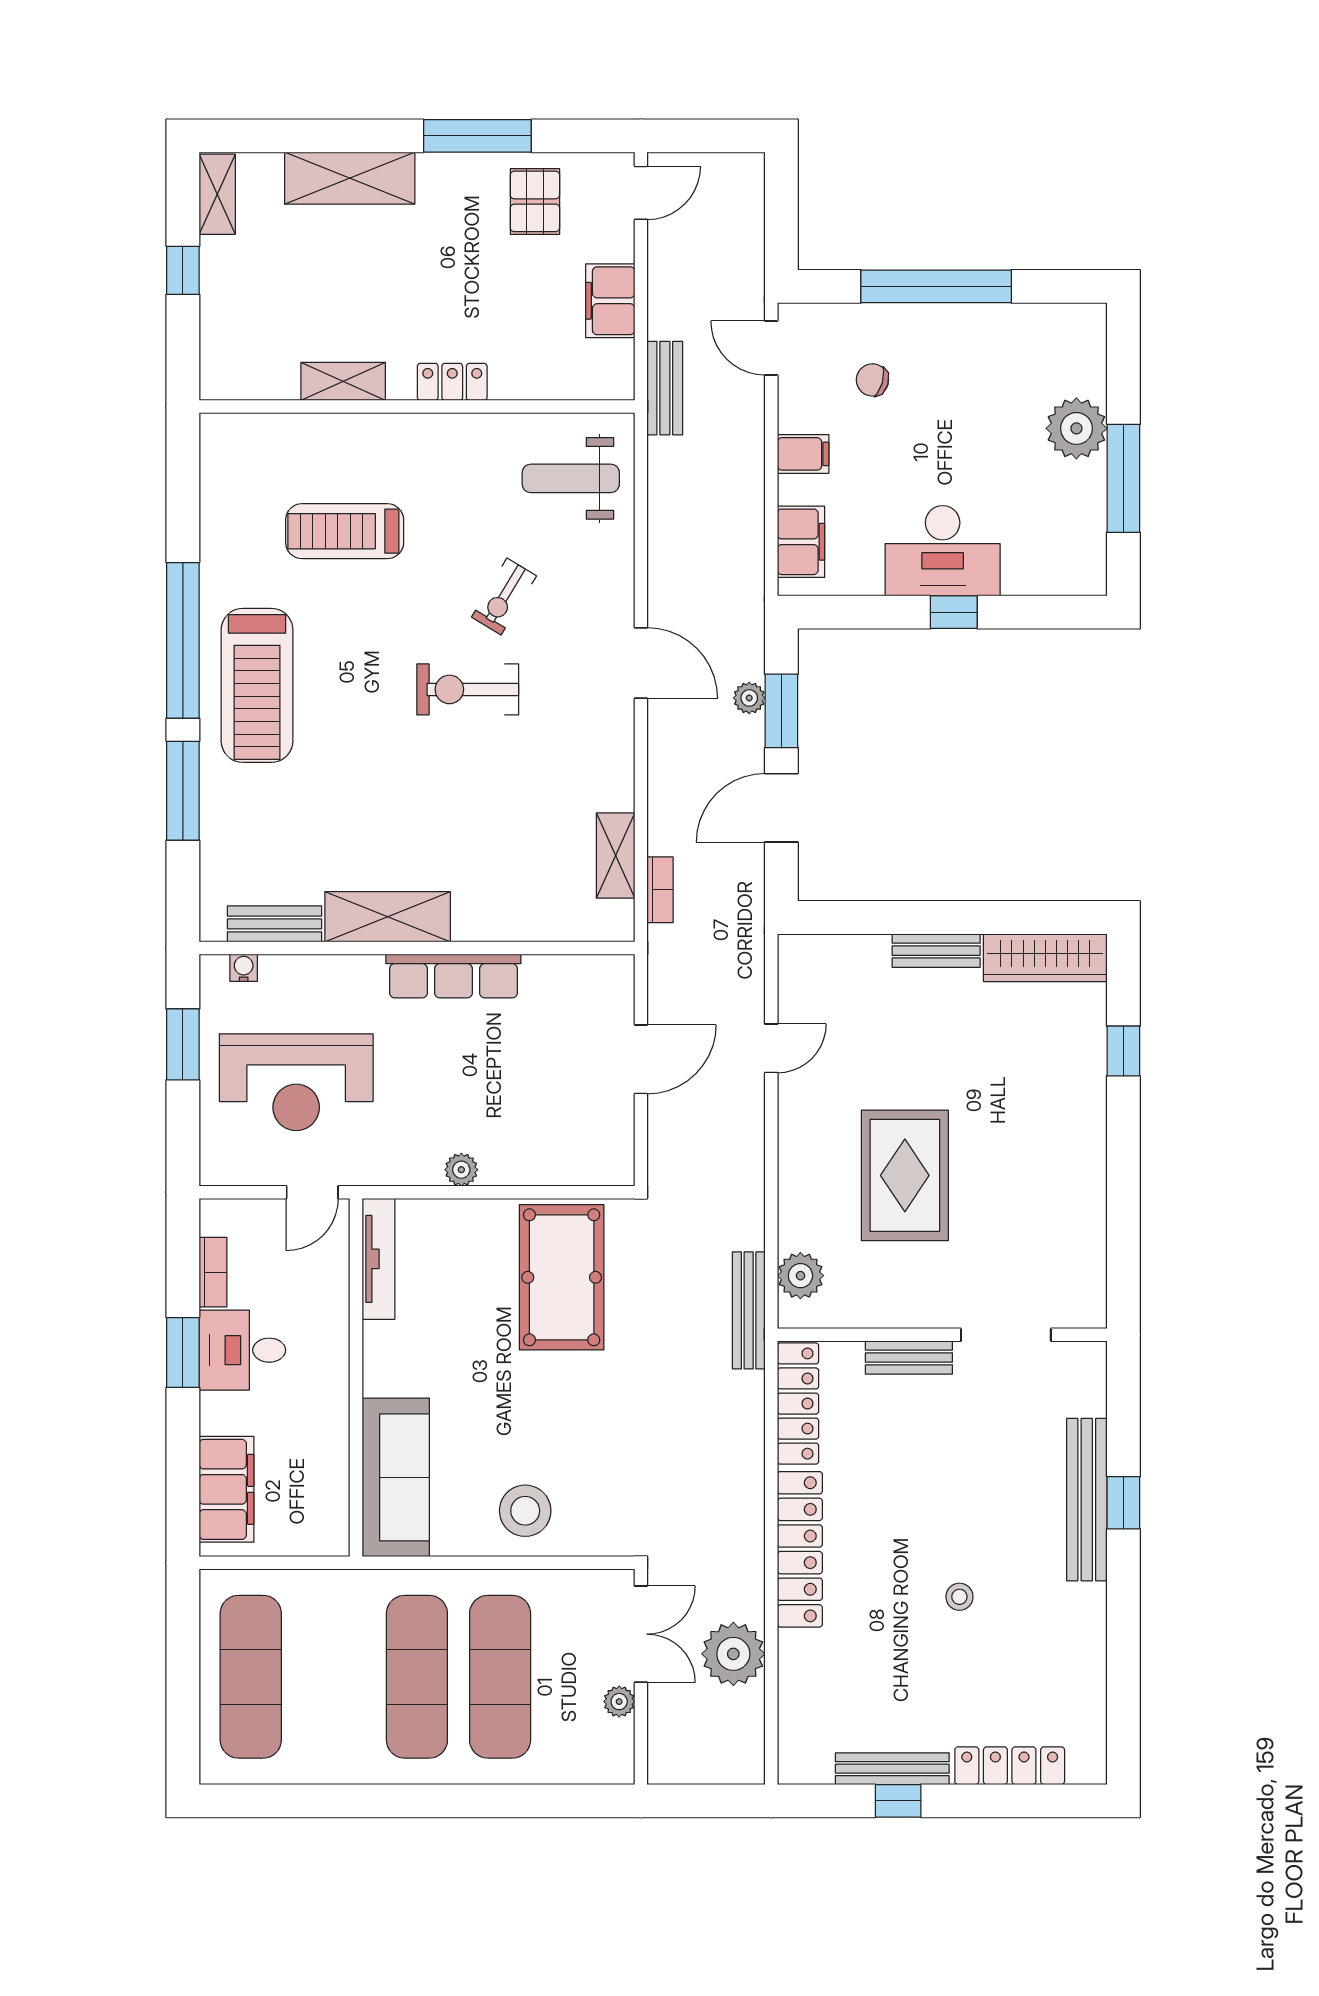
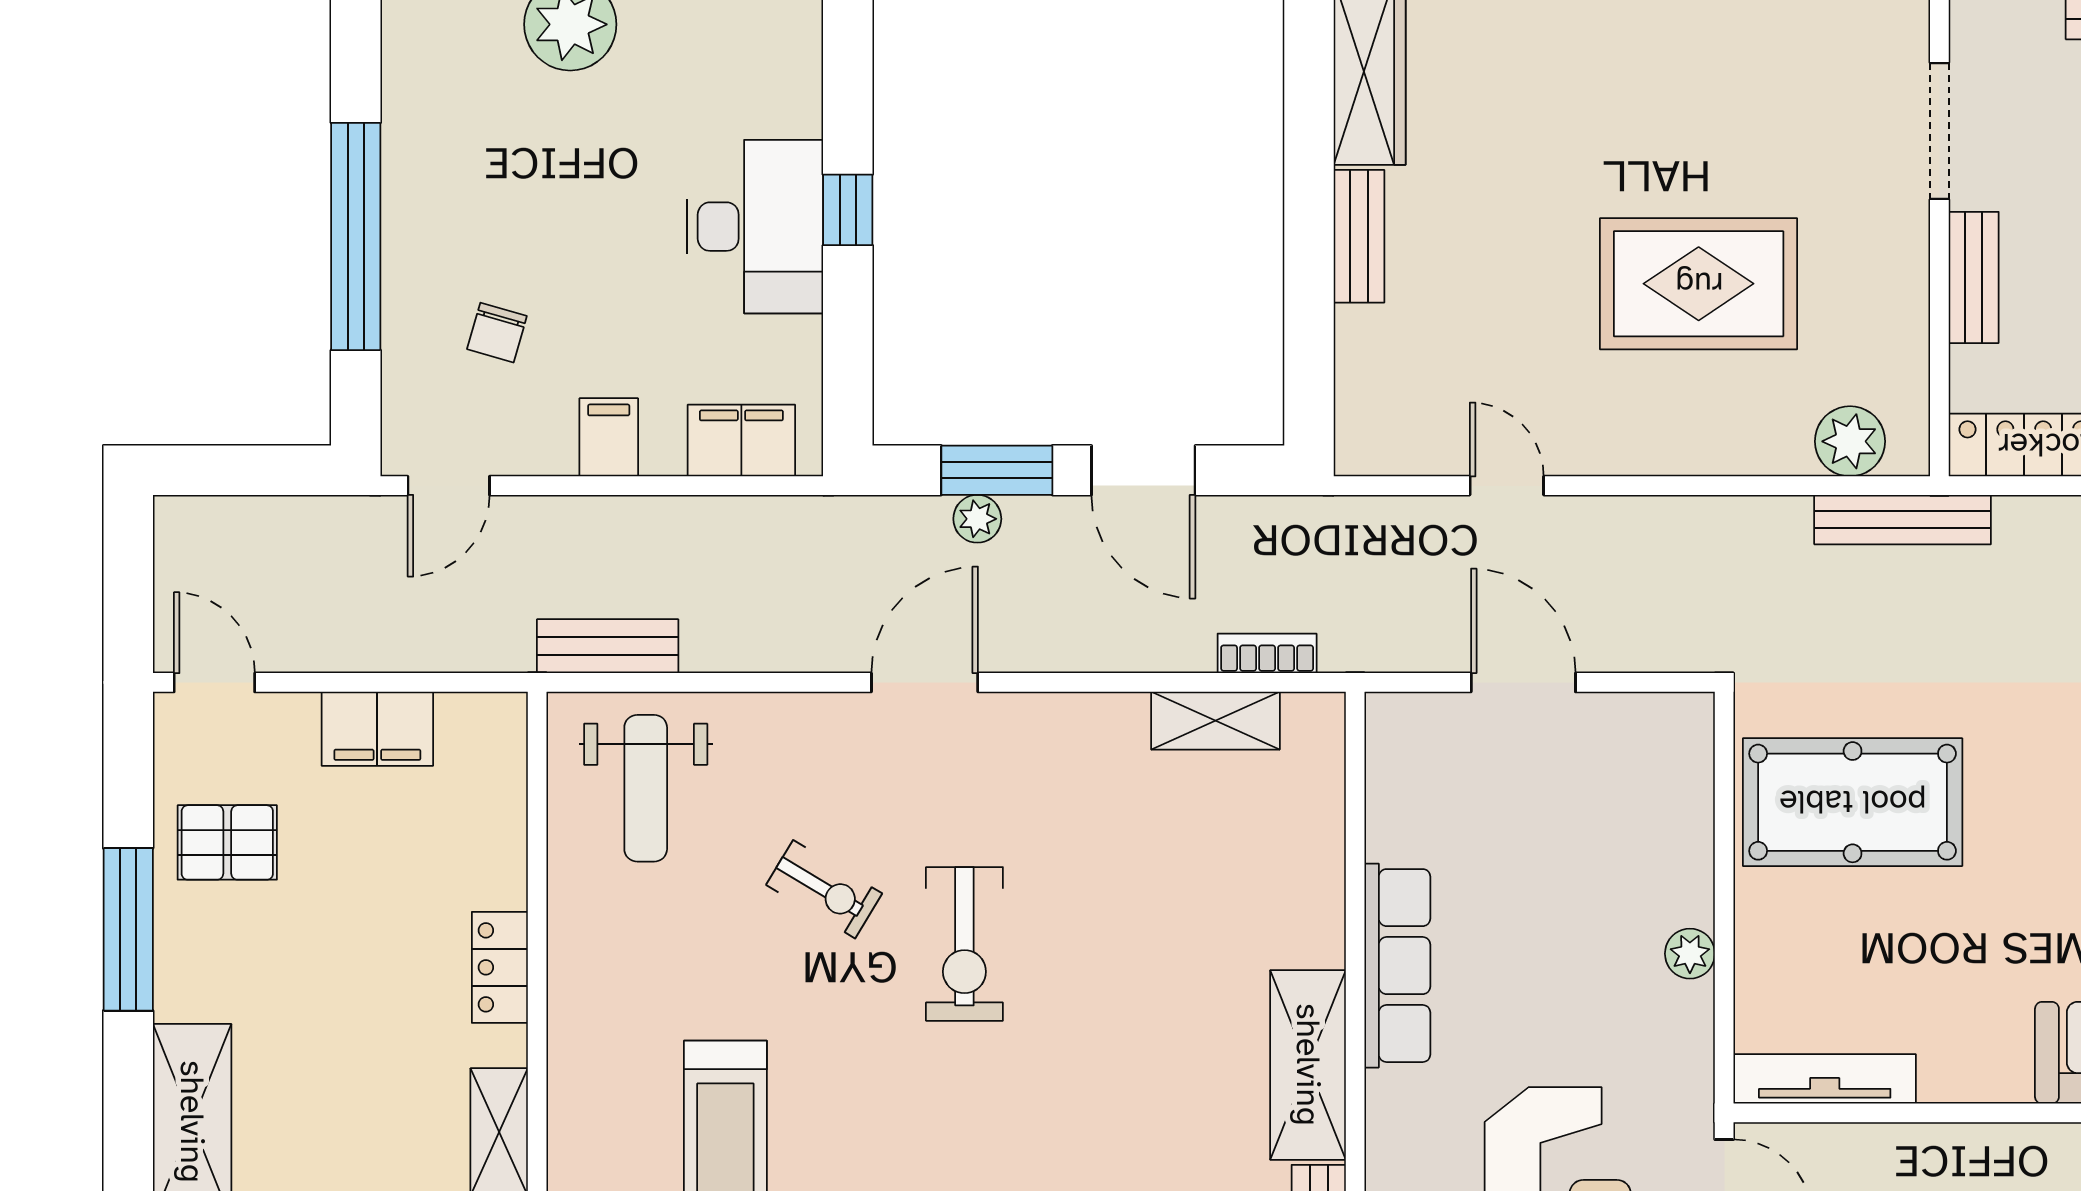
bench: (665, 388) -> (608, 646), moved

